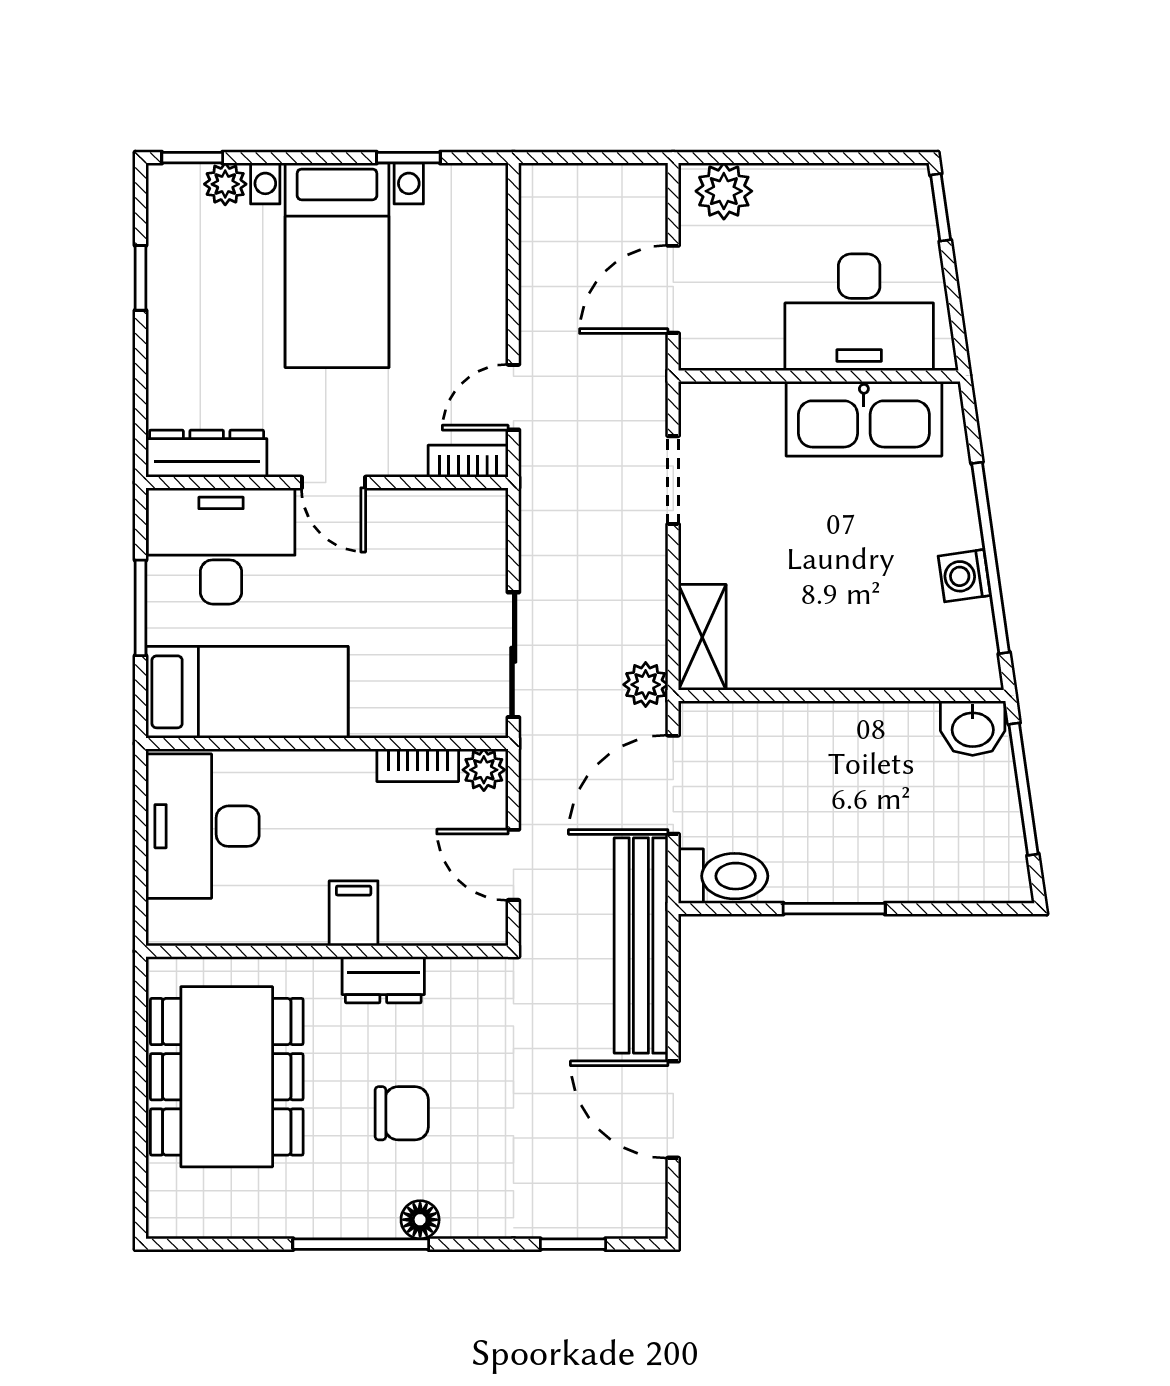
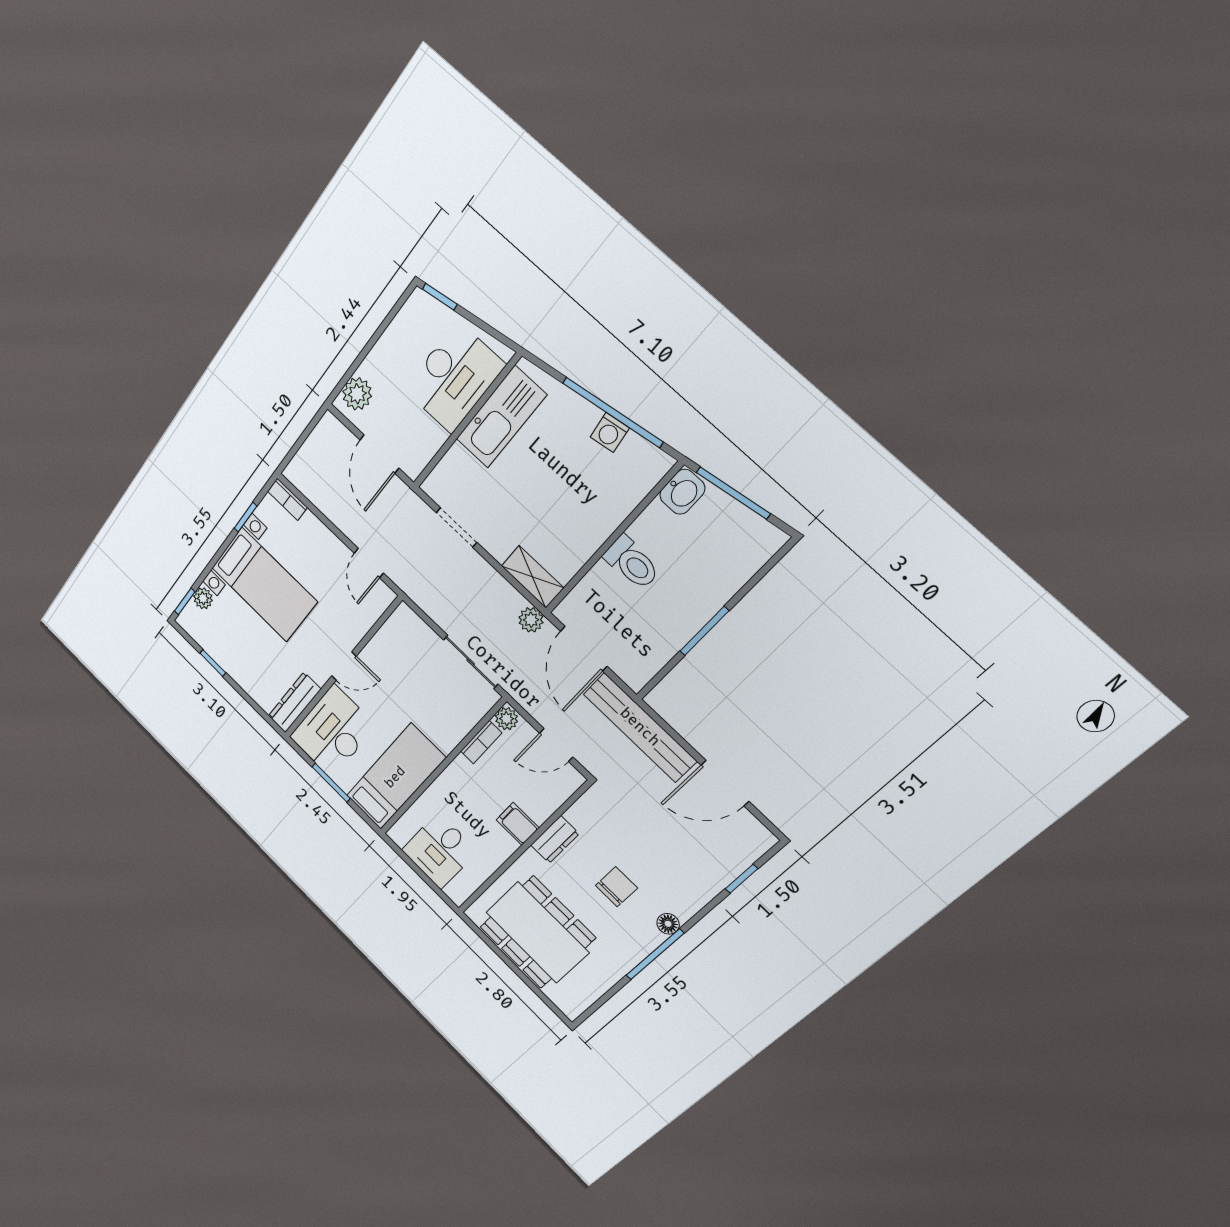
bookcase: (468, 461) -> (287, 499), moved, turned -90
desk: (203, 826) -> (439, 851), width x0.73
toilet: (723, 876) -> (632, 563), moved, turned 90

